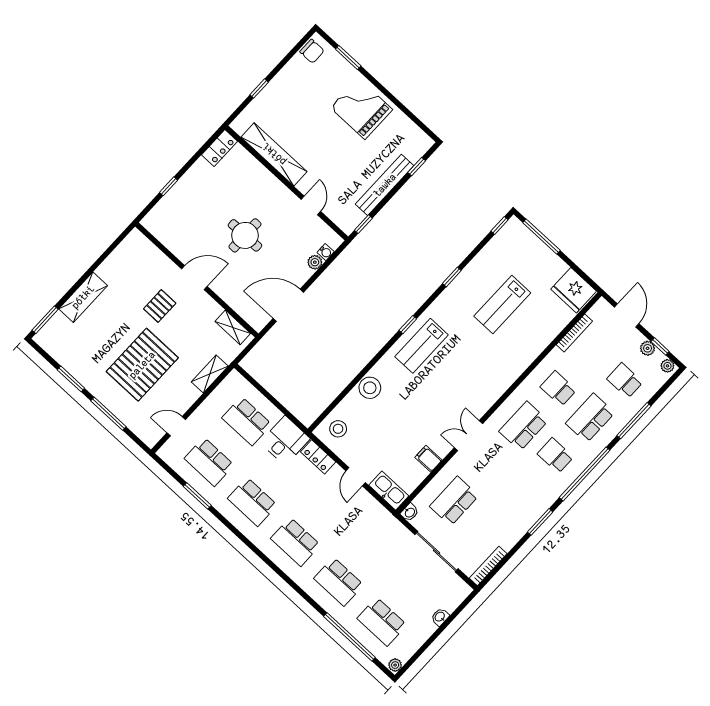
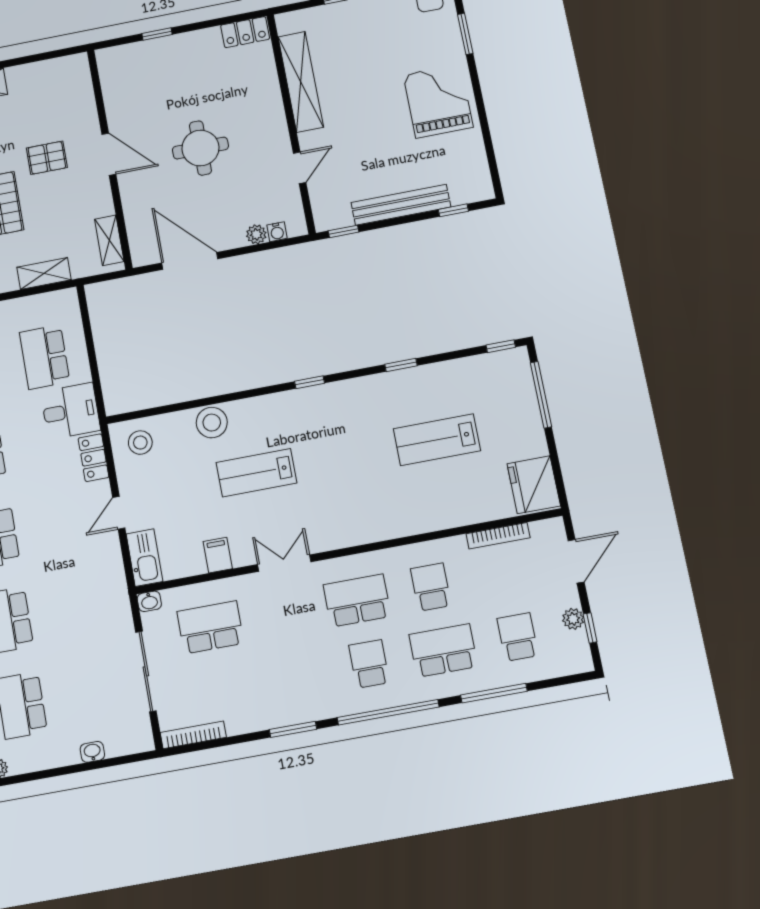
lab bench: (422, 346) -> (257, 473), moved
plant: (667, 366) -> (582, 658), removed

